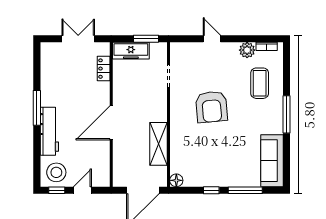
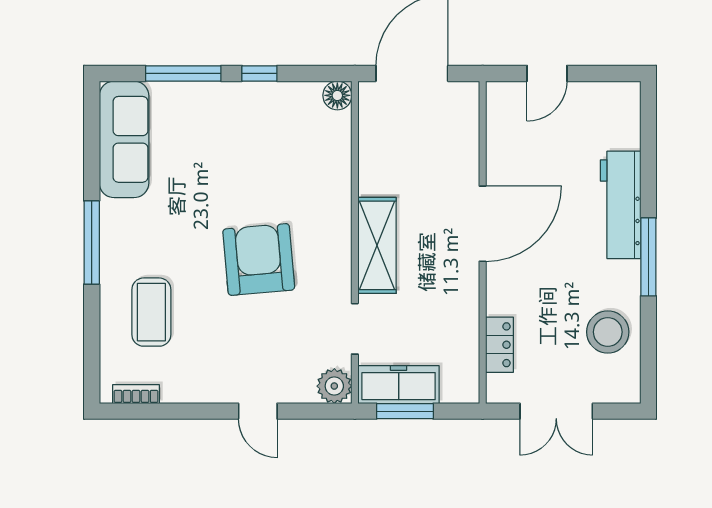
plant: (247, 50) -> (334, 386), moved
freezer: (131, 51) -> (399, 385), moved
shelving: (159, 144) -> (377, 245), moved
stool: (56, 172) -> (608, 332), moved
window: (57, 190) -> (604, 73), removed

